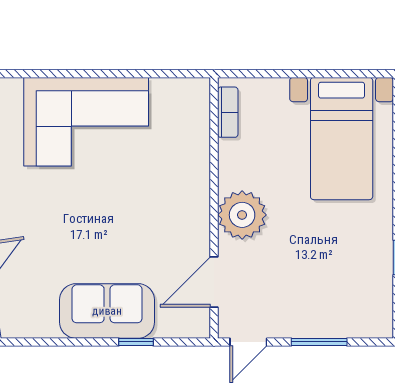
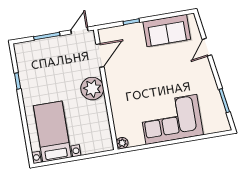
plant: (198, 89) -> (122, 143), added
bookcase: (228, 112) -> (107, 135), removed
sofa: (107, 311) -> (167, 30), moved

